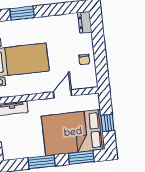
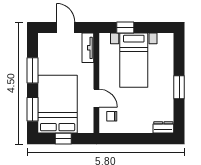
window: (22, 13) -> (179, 87), moved
chair: (84, 59) -> (112, 116), moved

